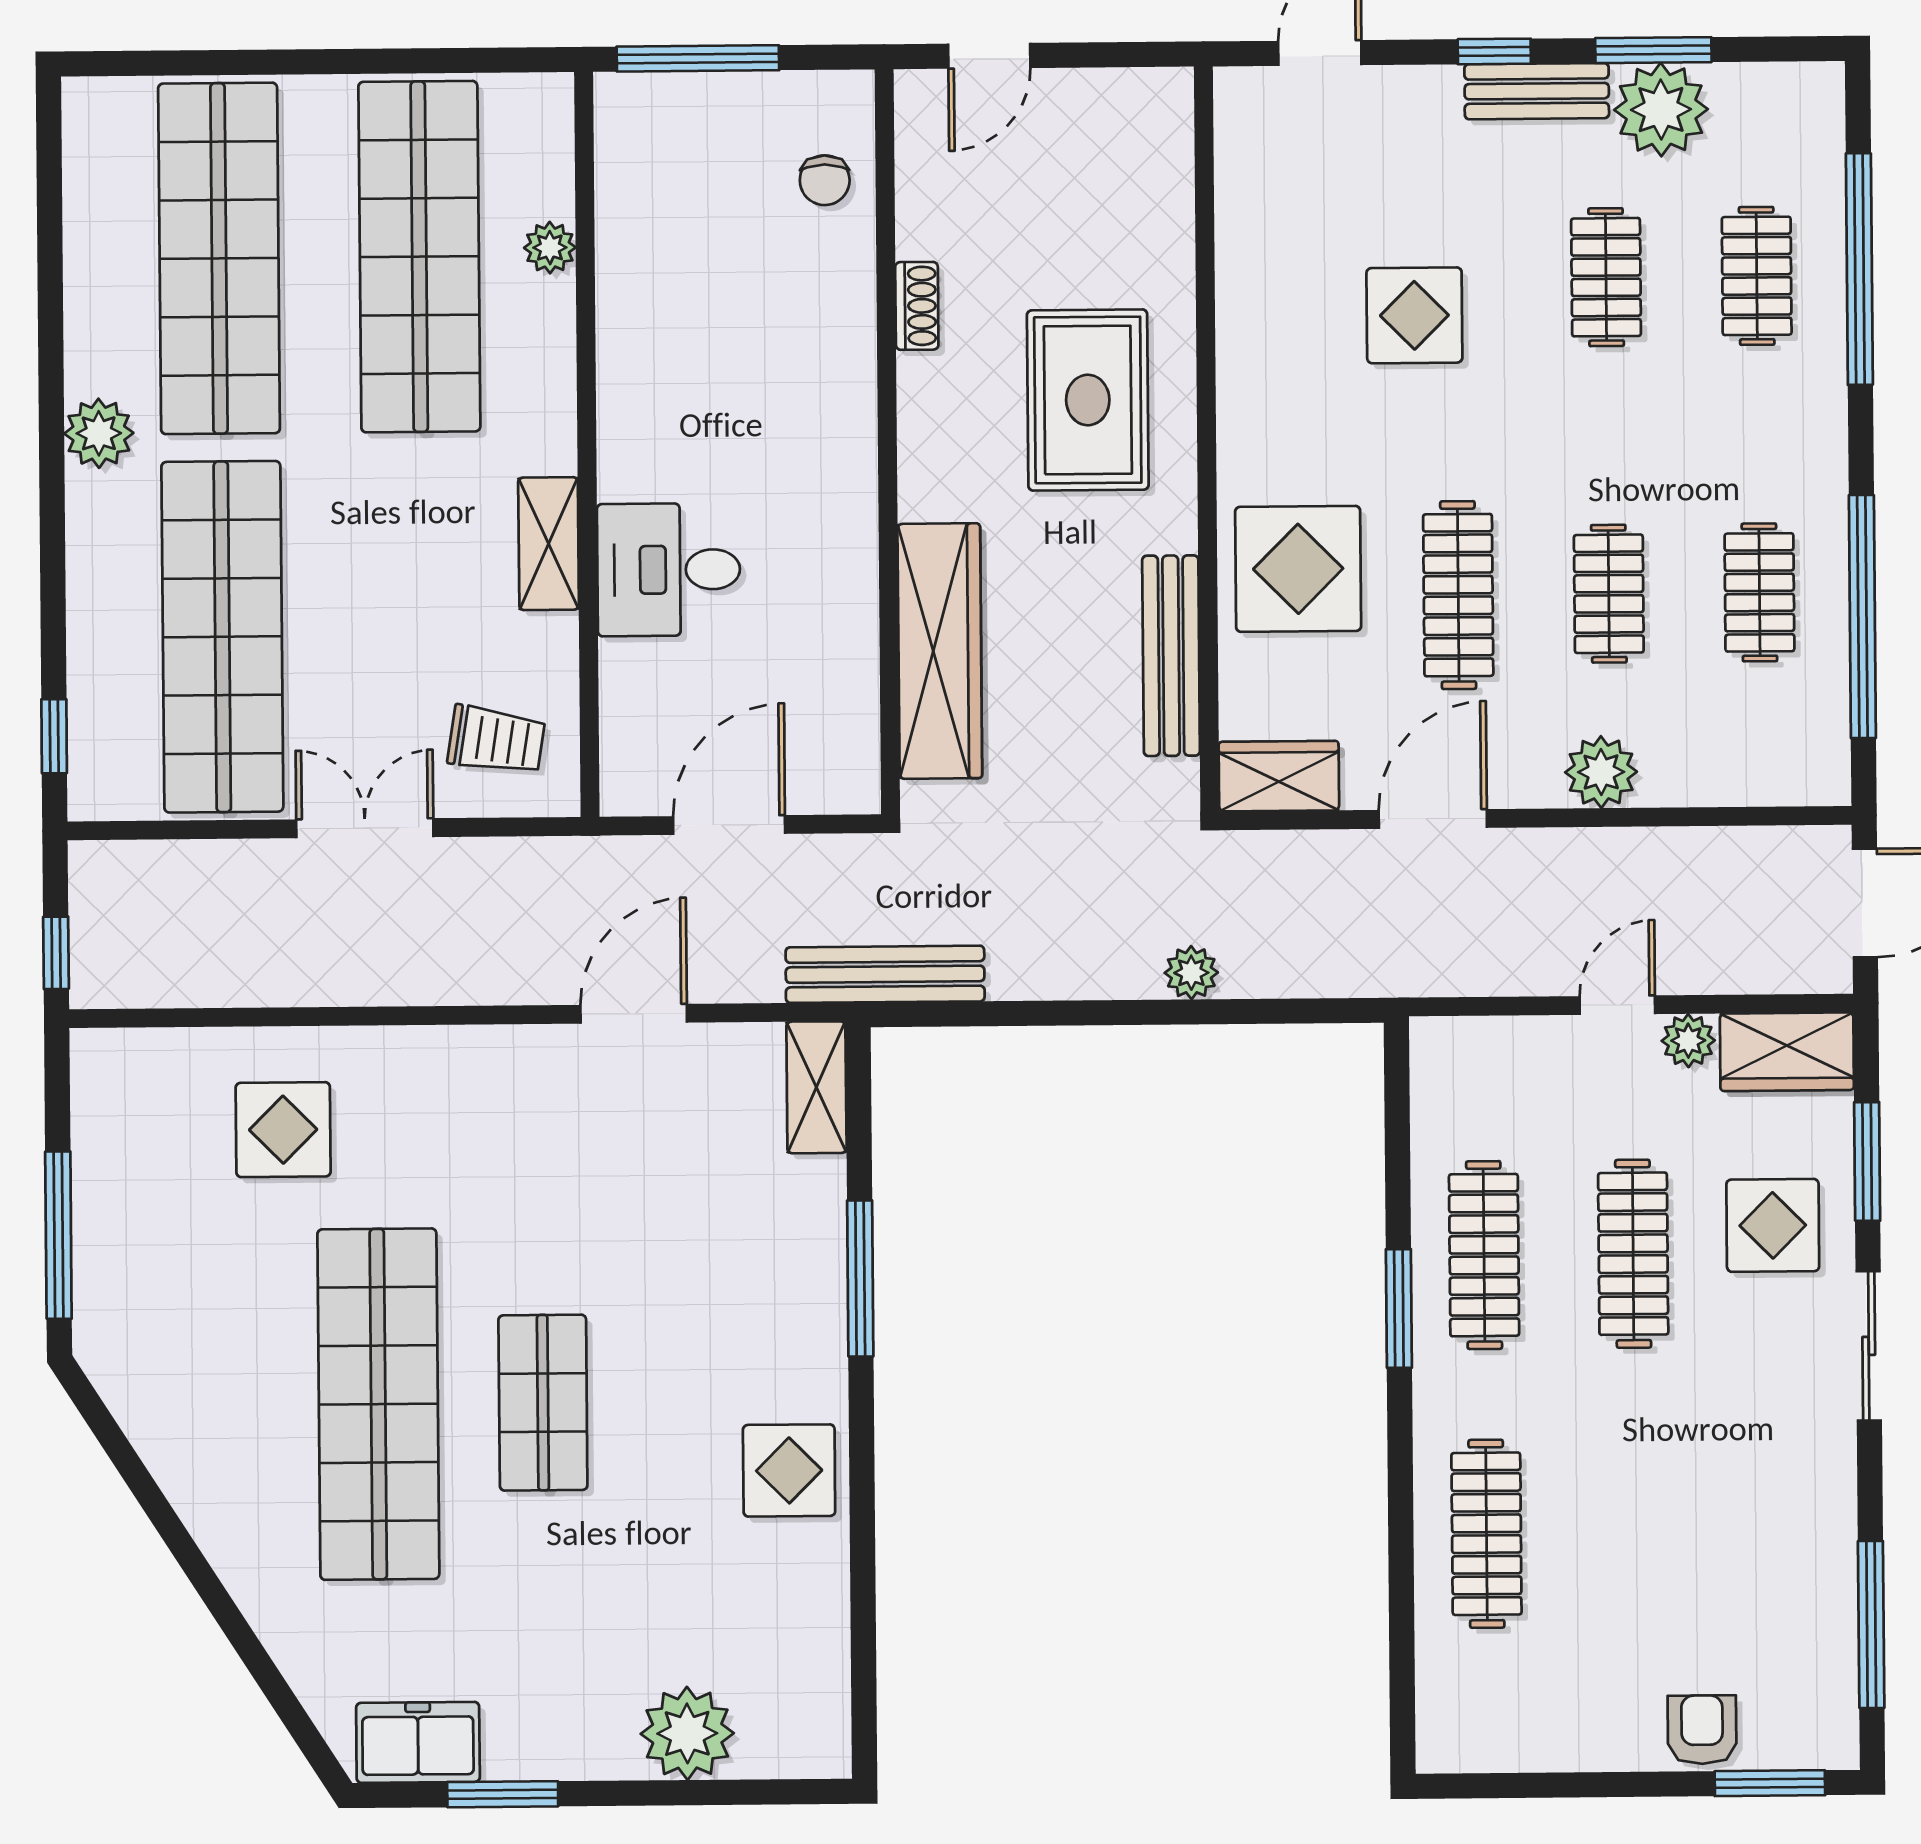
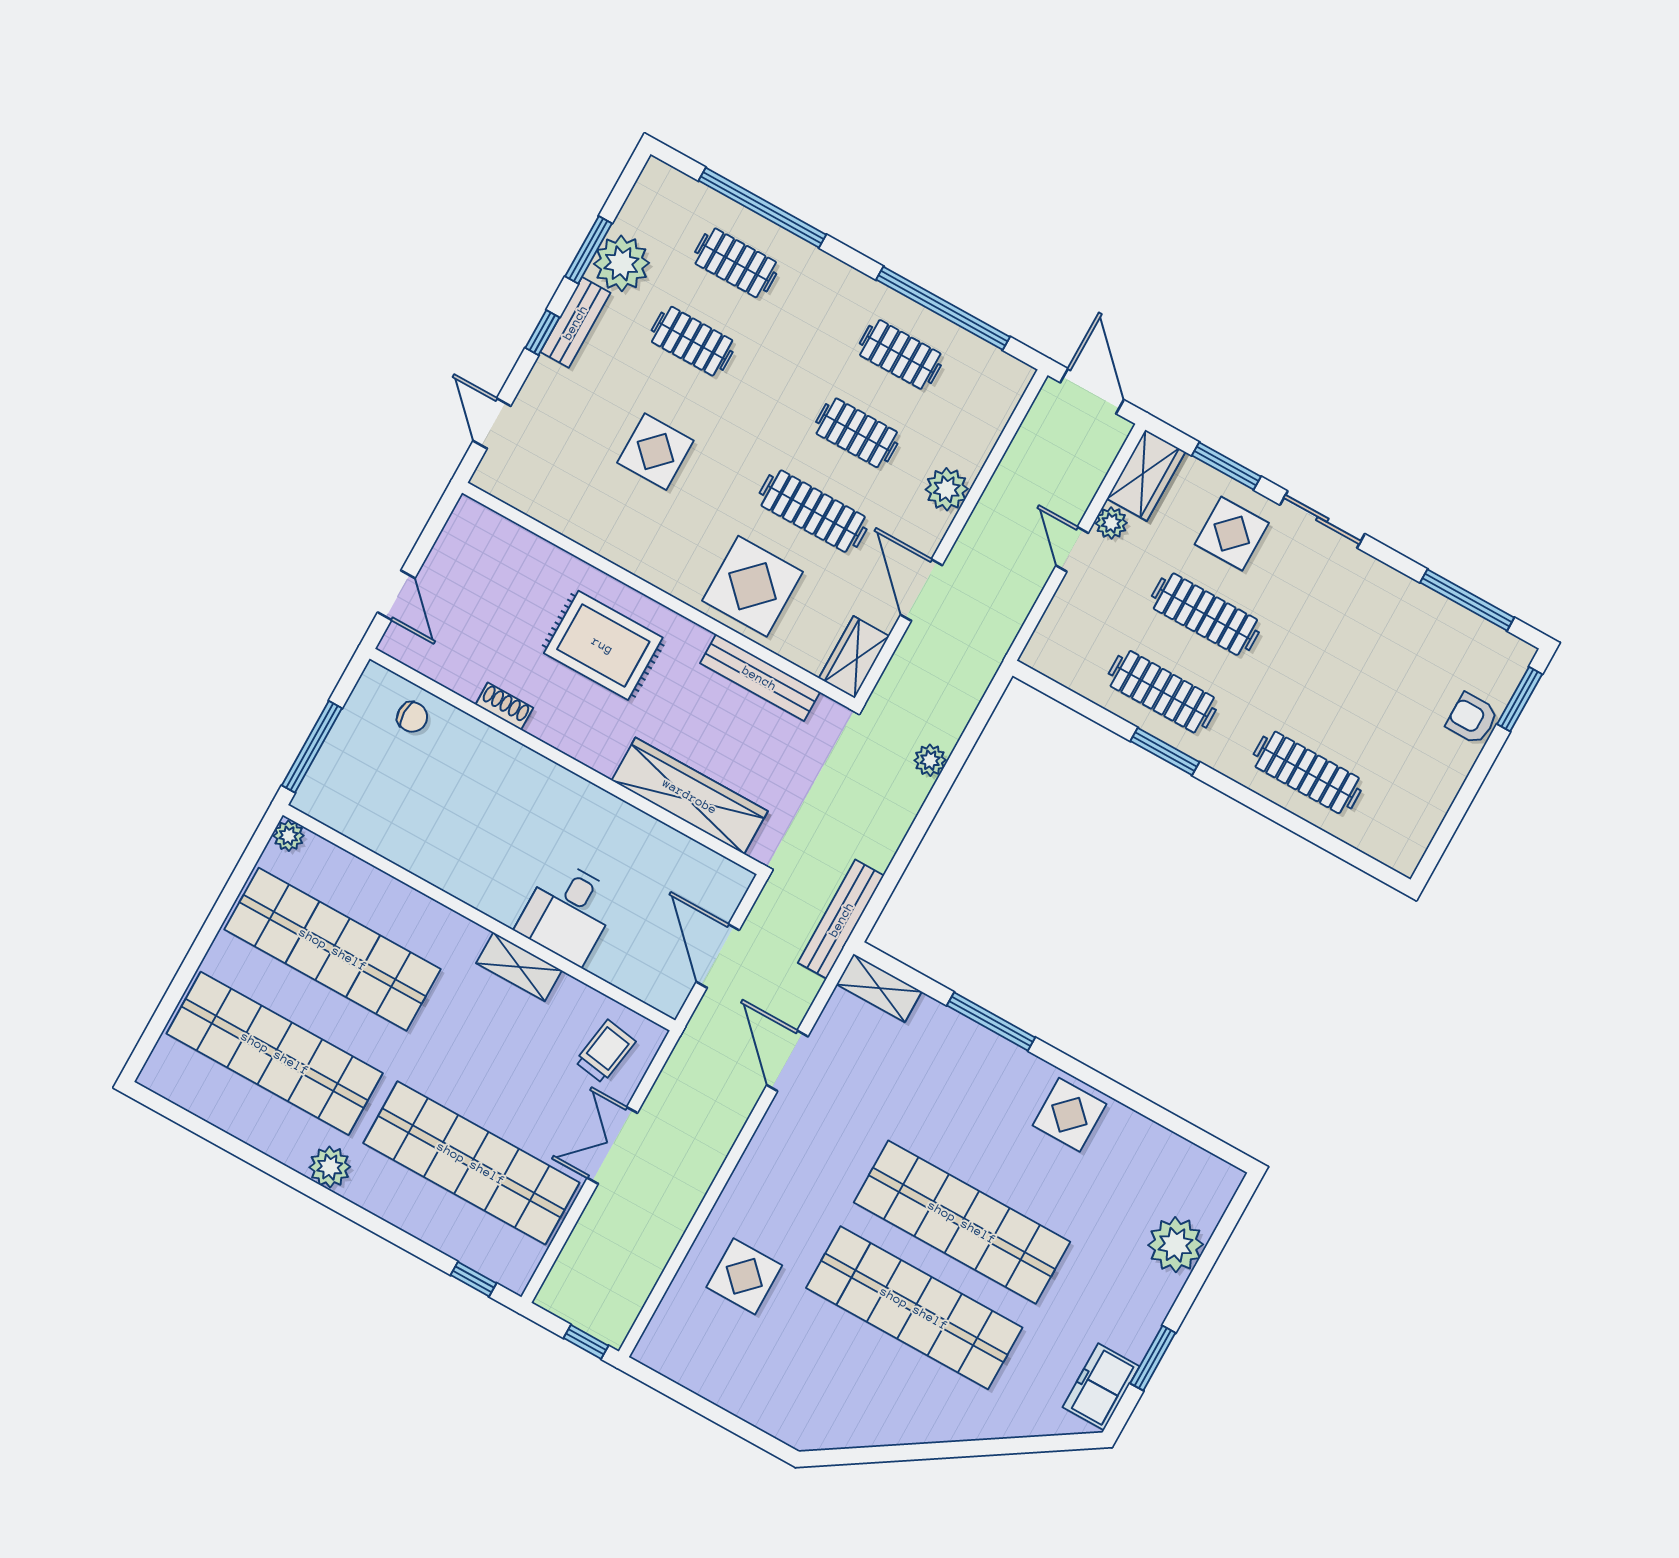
plant: (550, 248) -> (289, 836), moved
window: (58, 1235) -> (733, 1424), removed
shop shelf: (543, 1403) -> (962, 1222), width x2.00, depth x1.36

